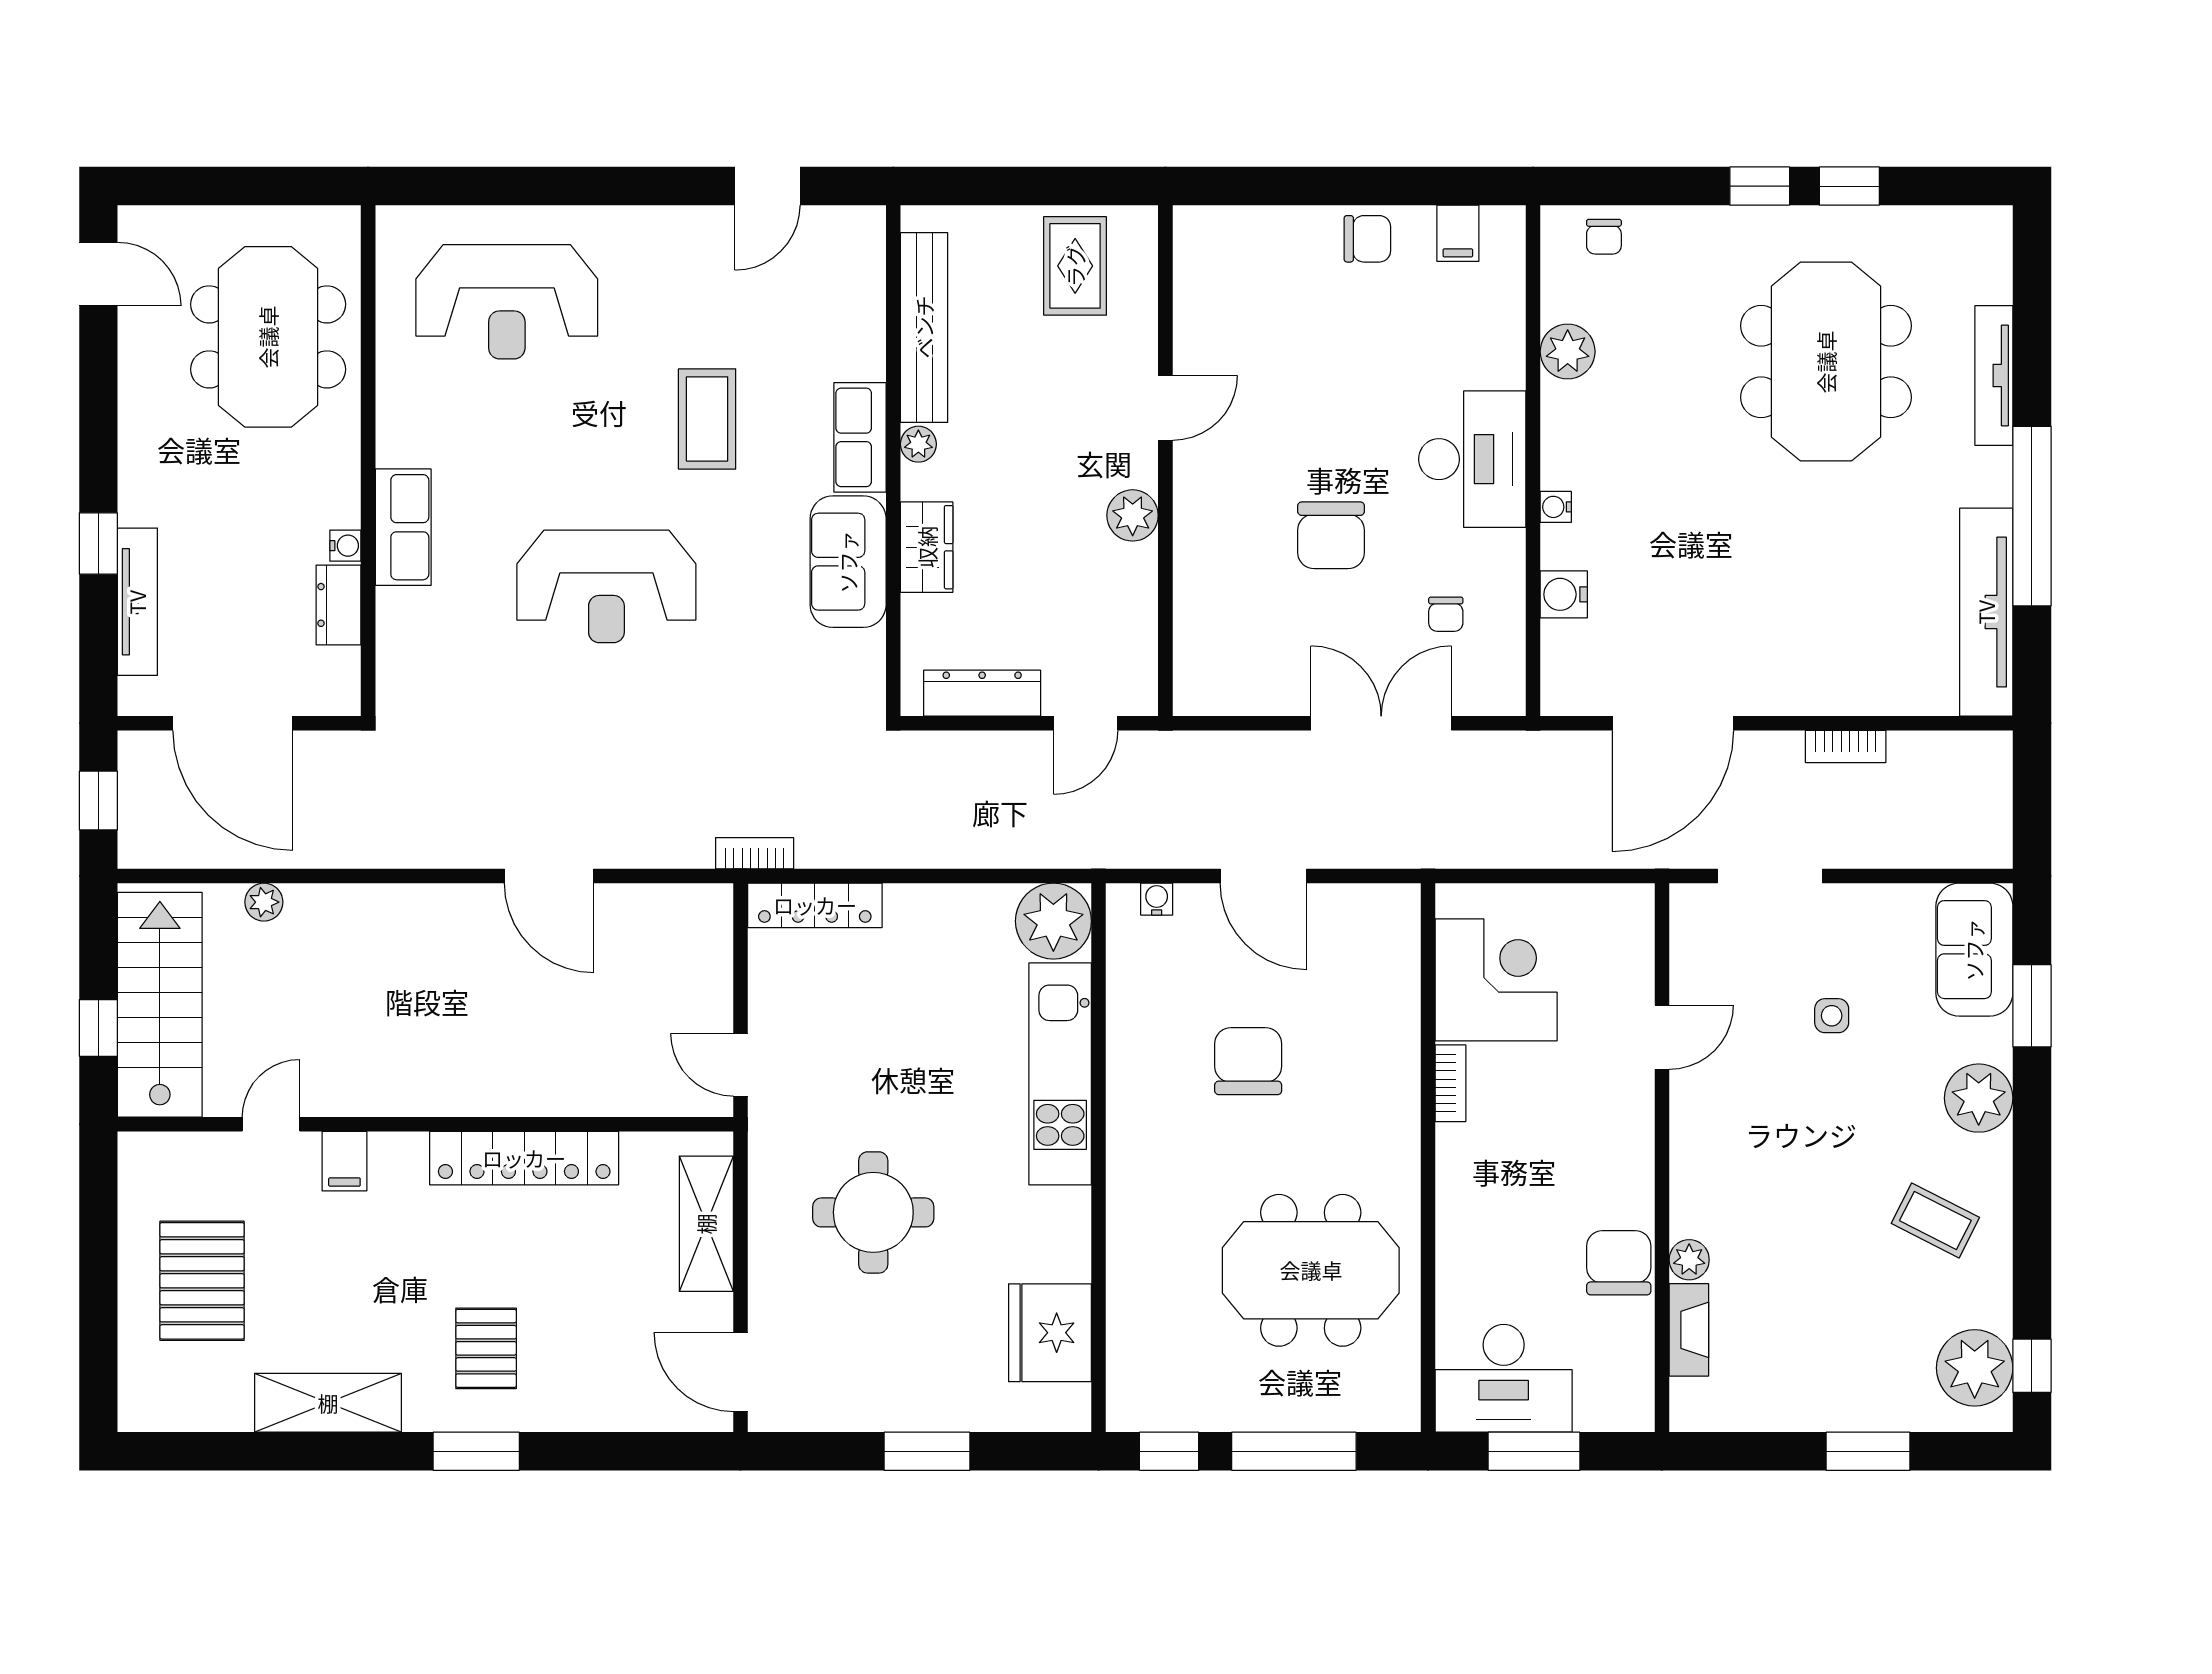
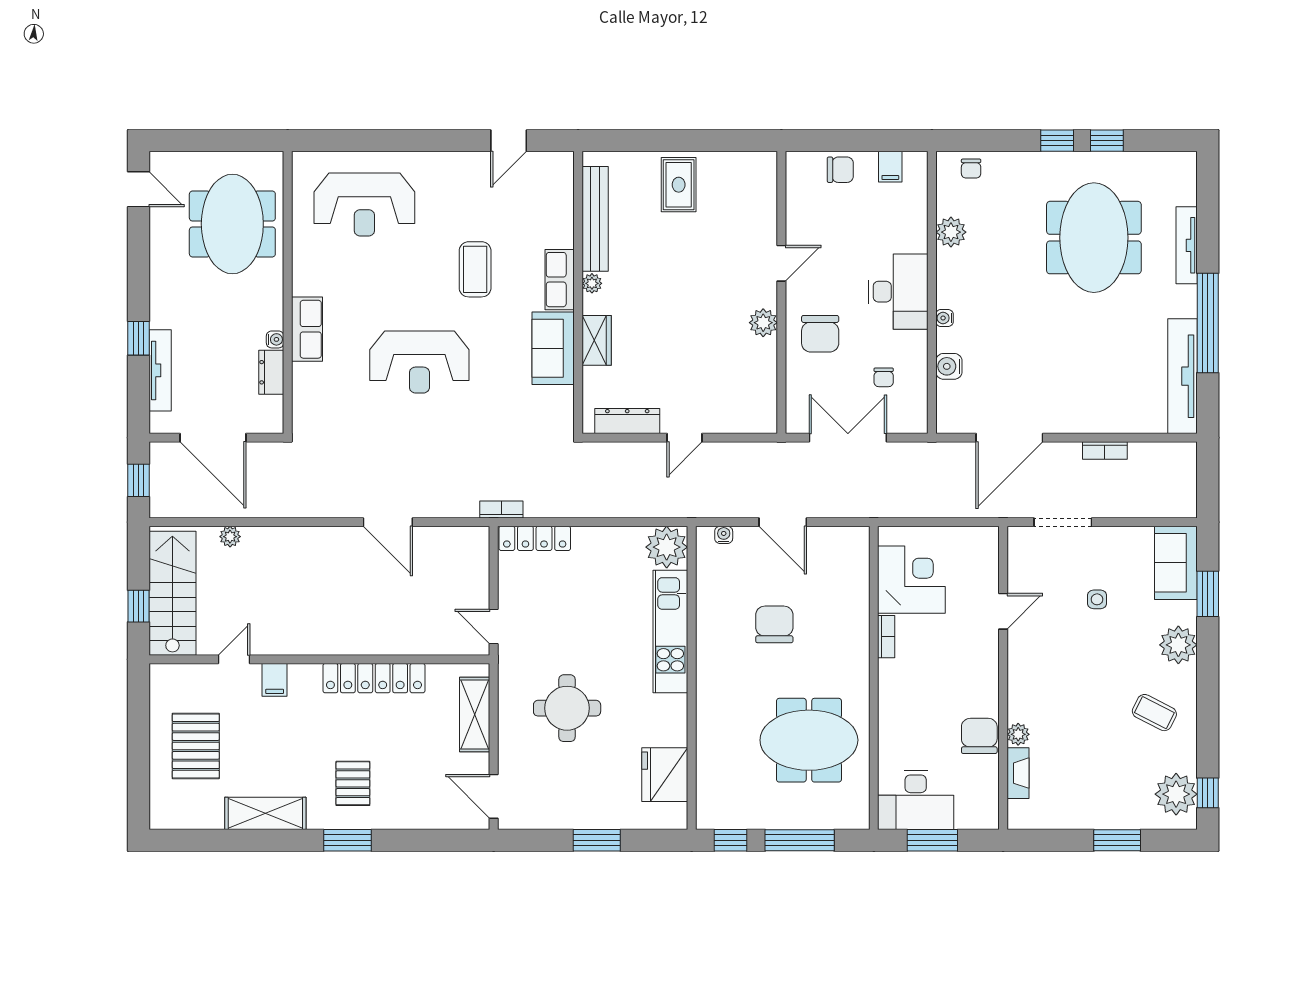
door: (1165, 408) -> (781, 263), moved
wall: (1165, 461) -> (781, 292), moved
plant: (1133, 515) -> (763, 323), moved

